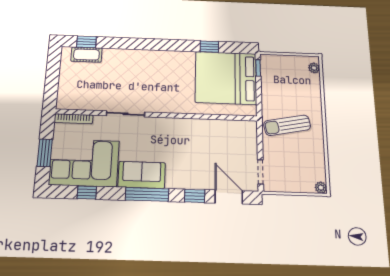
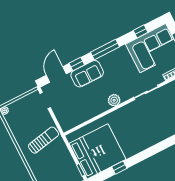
plant: (171, 126) -> (114, 100), added
sofa: (142, 175) -> (87, 74), moved
door: (229, 197) -> (56, 74), swing flipped

